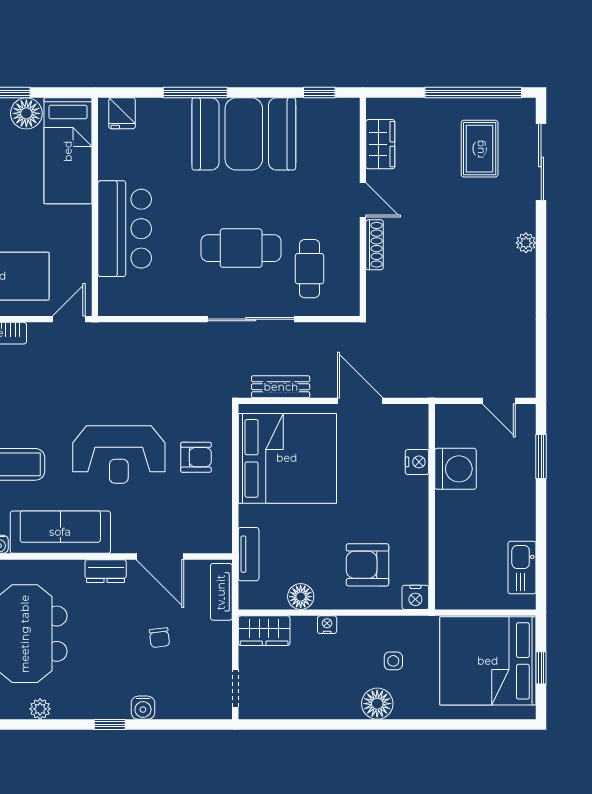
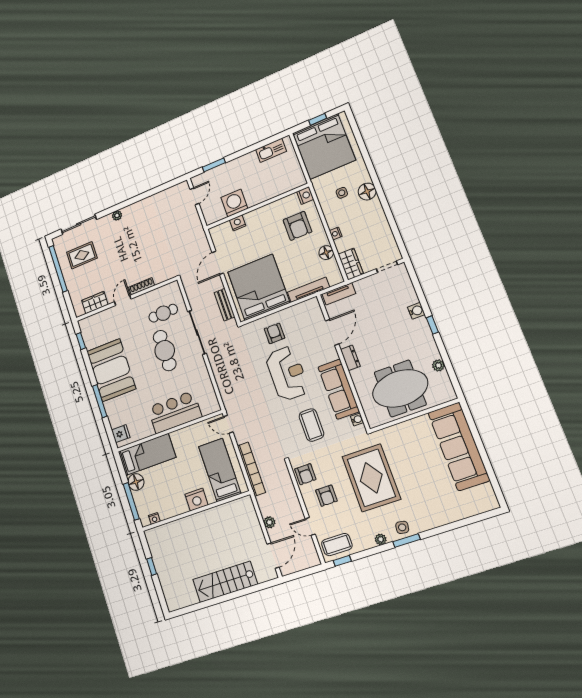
tv unit: (249, 554) -> (308, 290), width x1.41
chair: (159, 638) -> (375, 316), removed

